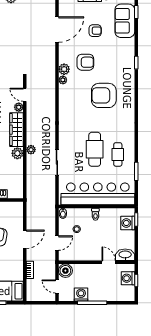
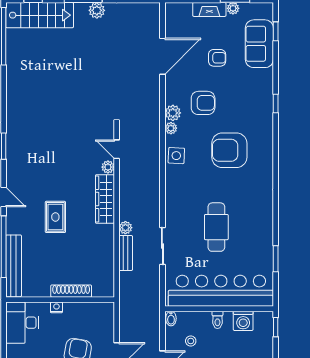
side table: (67, 99) -> (176, 156), added
plant: (17, 153) -> (106, 233), removed
cafe table: (118, 154) -> (249, 235), removed
bench: (31, 167) -> (126, 253), added
washing machine: (128, 223) -> (243, 321), moved, turned -90

